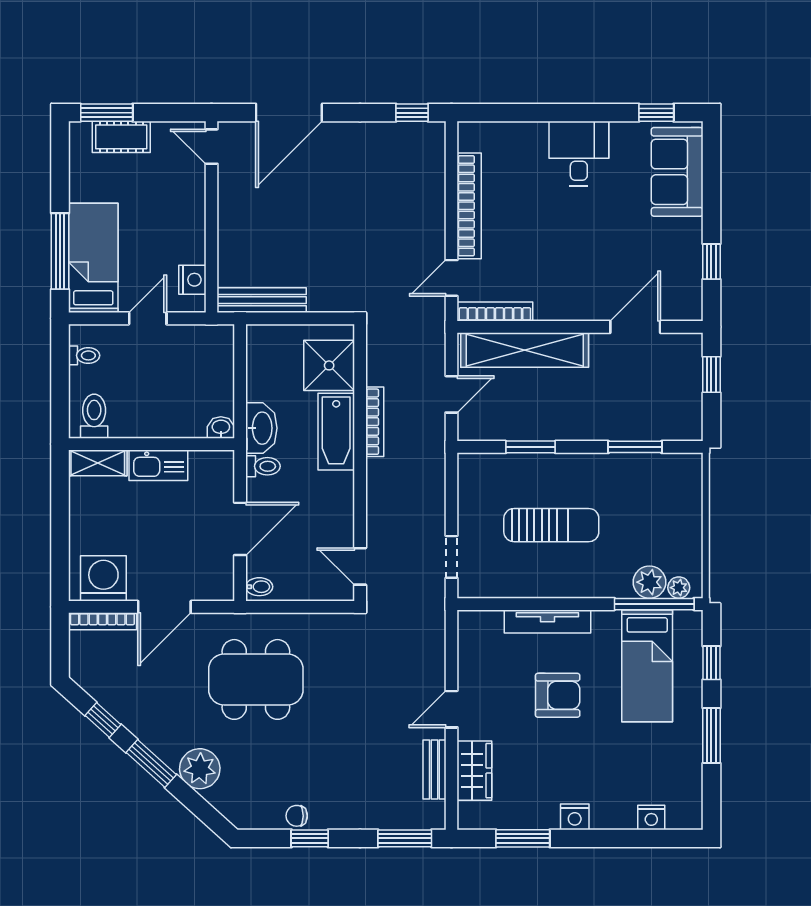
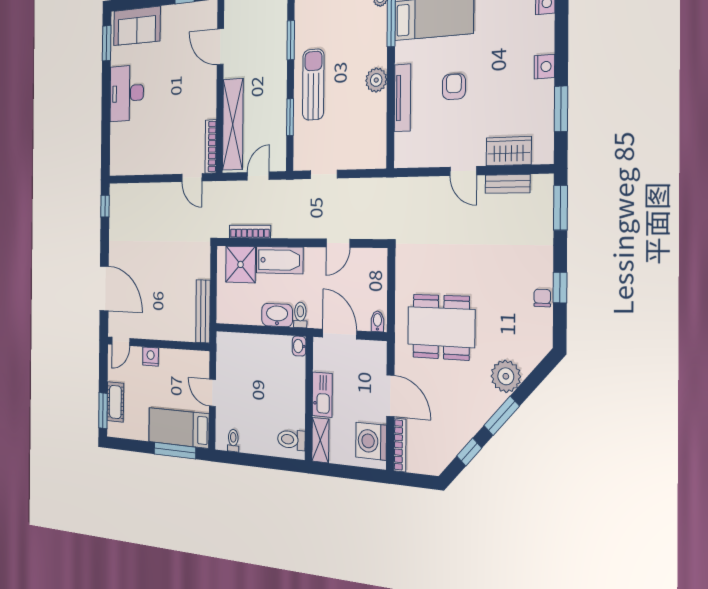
window: (656, 113) -> (107, 43), width x1.50
desk: (579, 153) -> (127, 93), width x1.37
bookcase: (469, 206) -> (153, 166), removed
nightstand: (192, 280) -> (151, 357), moved
door: (451, 394) -> (258, 176), hinge flipped
toilet: (94, 416) -> (291, 440), moved
bookcase: (375, 422) -> (250, 232), moved
washbasin: (221, 428) -> (299, 346), moved
wall: (151, 444) -> (309, 399), moved
shelving: (98, 463) -> (320, 440), moved
kitchen sink: (158, 465) -> (322, 395), moved
sun lounger: (551, 525) -> (313, 85), moved
doorway: (451, 557) -> (324, 174), moved
door: (360, 566) -> (338, 243), moved
plant: (649, 582) -> (376, 80), moved
dining table: (256, 679) -> (441, 327), turned 90
armchair: (558, 695) -> (454, 87), width x0.72, depth x0.72
chair: (297, 816) -> (542, 298), turned 180

